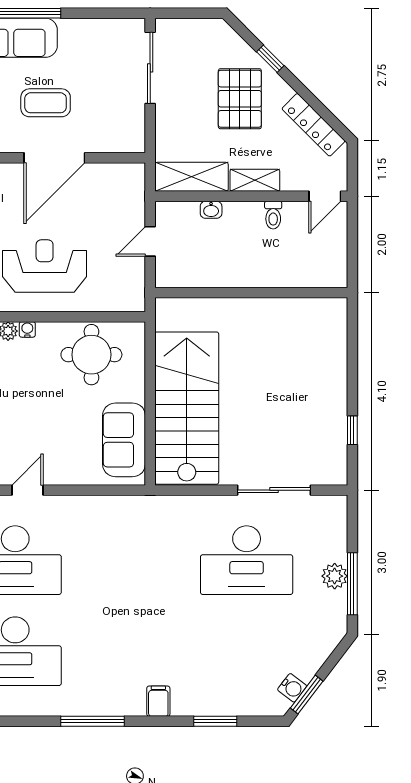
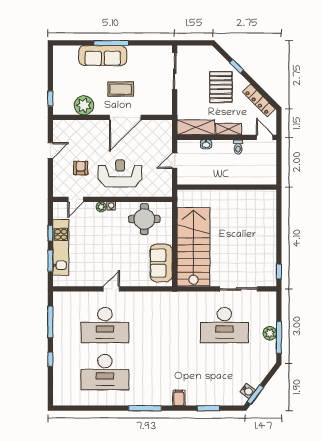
door: (325, 196) -> (265, 137), swing flipped
window: (352, 430) -> (279, 272), moved

